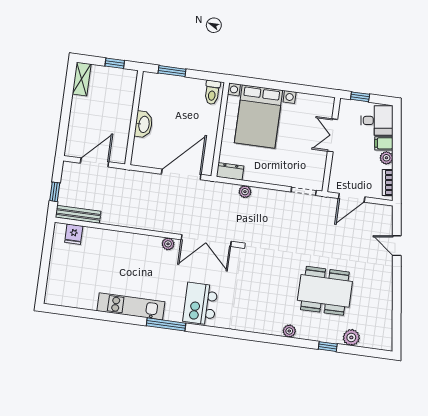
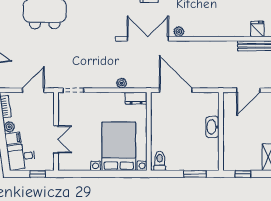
door: (181, 174) -> (176, 90), swing flipped

